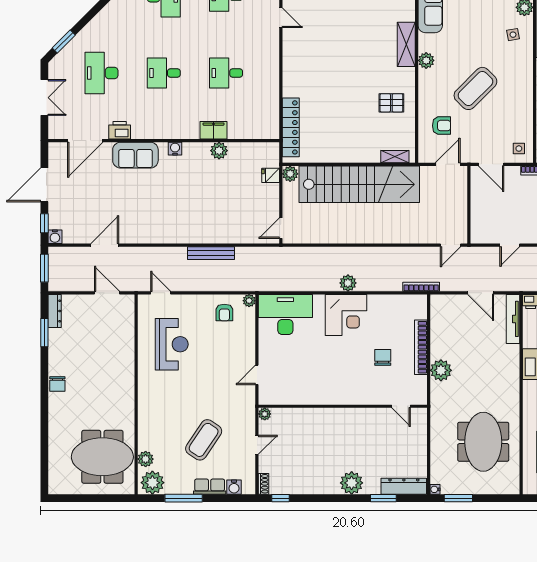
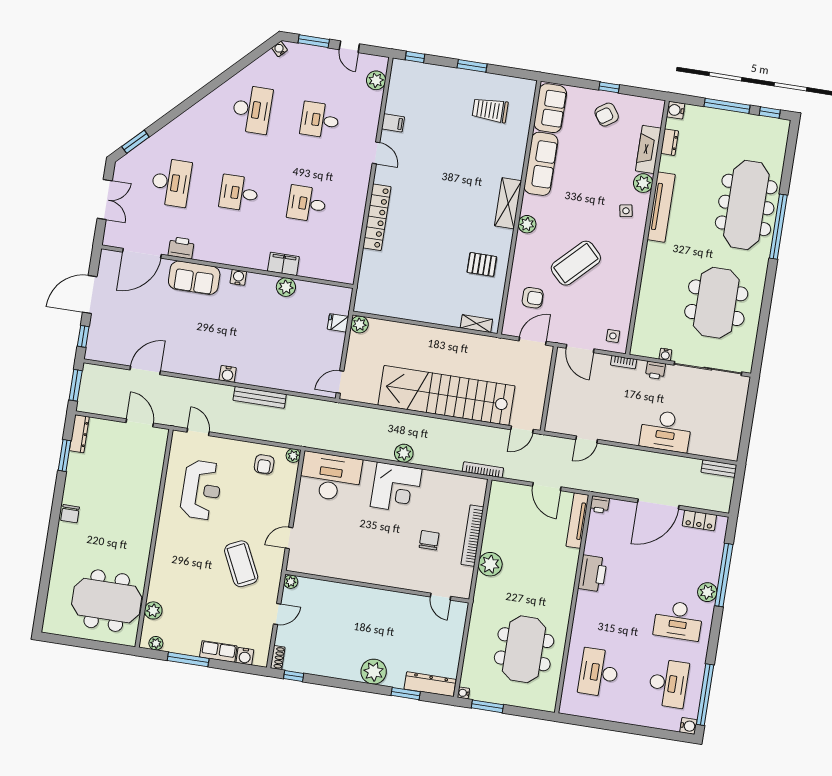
desk: (101, 73) -> (171, 182), turned 180
locker: (291, 127) -> (377, 217), moved
stairs: (359, 184) -> (446, 395), moved, turned 180
water cooler: (55, 237) -> (228, 374), moved
coffee table: (204, 440) -> (241, 564), moved, turned -60
plant: (152, 483) -> (156, 643), width x0.53, depth x0.53

